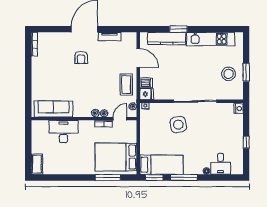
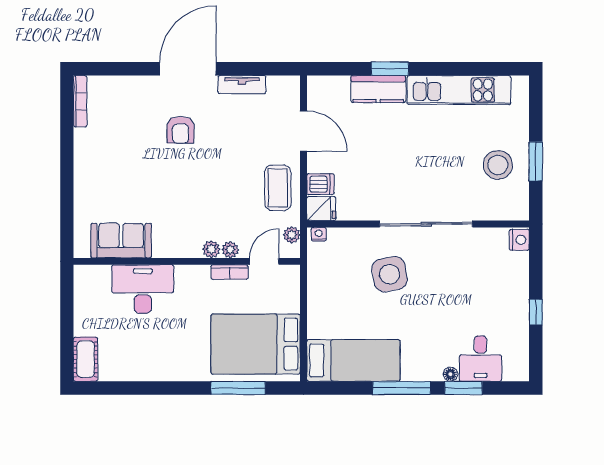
kitchen counter: (167, 39) -> (378, 89), width x0.67
sofa: (53, 109) -> (121, 241), width x0.73
window: (154, 177) -> (463, 388), moved

